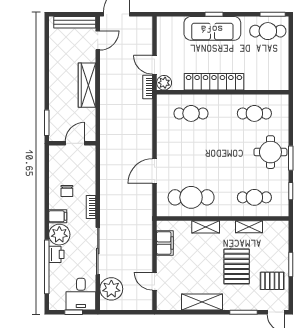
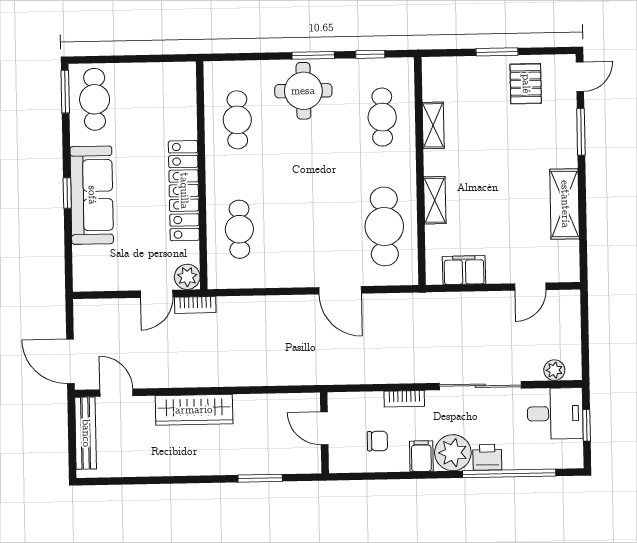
wall: (72, 143) -> (324, 433), moved
door: (75, 143) -> (324, 428), moved
pallet: (237, 266) -> (502, 145), removed
plant: (111, 289) -> (554, 370), width x0.53, depth x0.53

